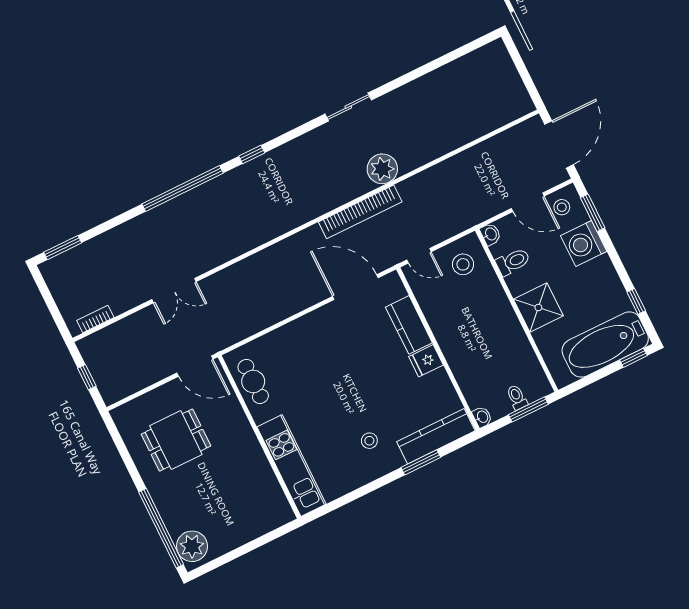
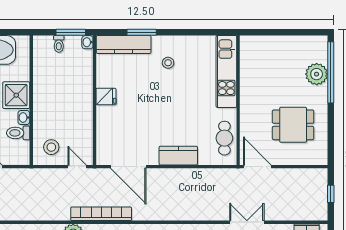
washbasin: (491, 234) -> (24, 117), moved
kitchen counter: (409, 325) -> (178, 156), moved, turned -90
window: (528, 409) -> (71, 32), moved
plant: (192, 546) -> (317, 74), moved

